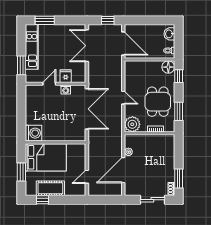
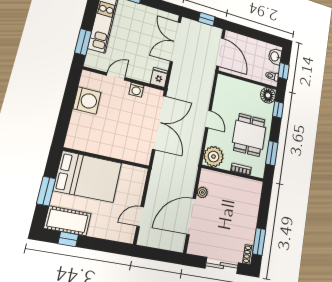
window: (179, 44) -> (284, 71), added
fridge: (66, 76) -> (159, 77), moved
washing machine: (34, 133) -> (87, 101), moved
cot: (50, 188) -> (68, 221), moved

